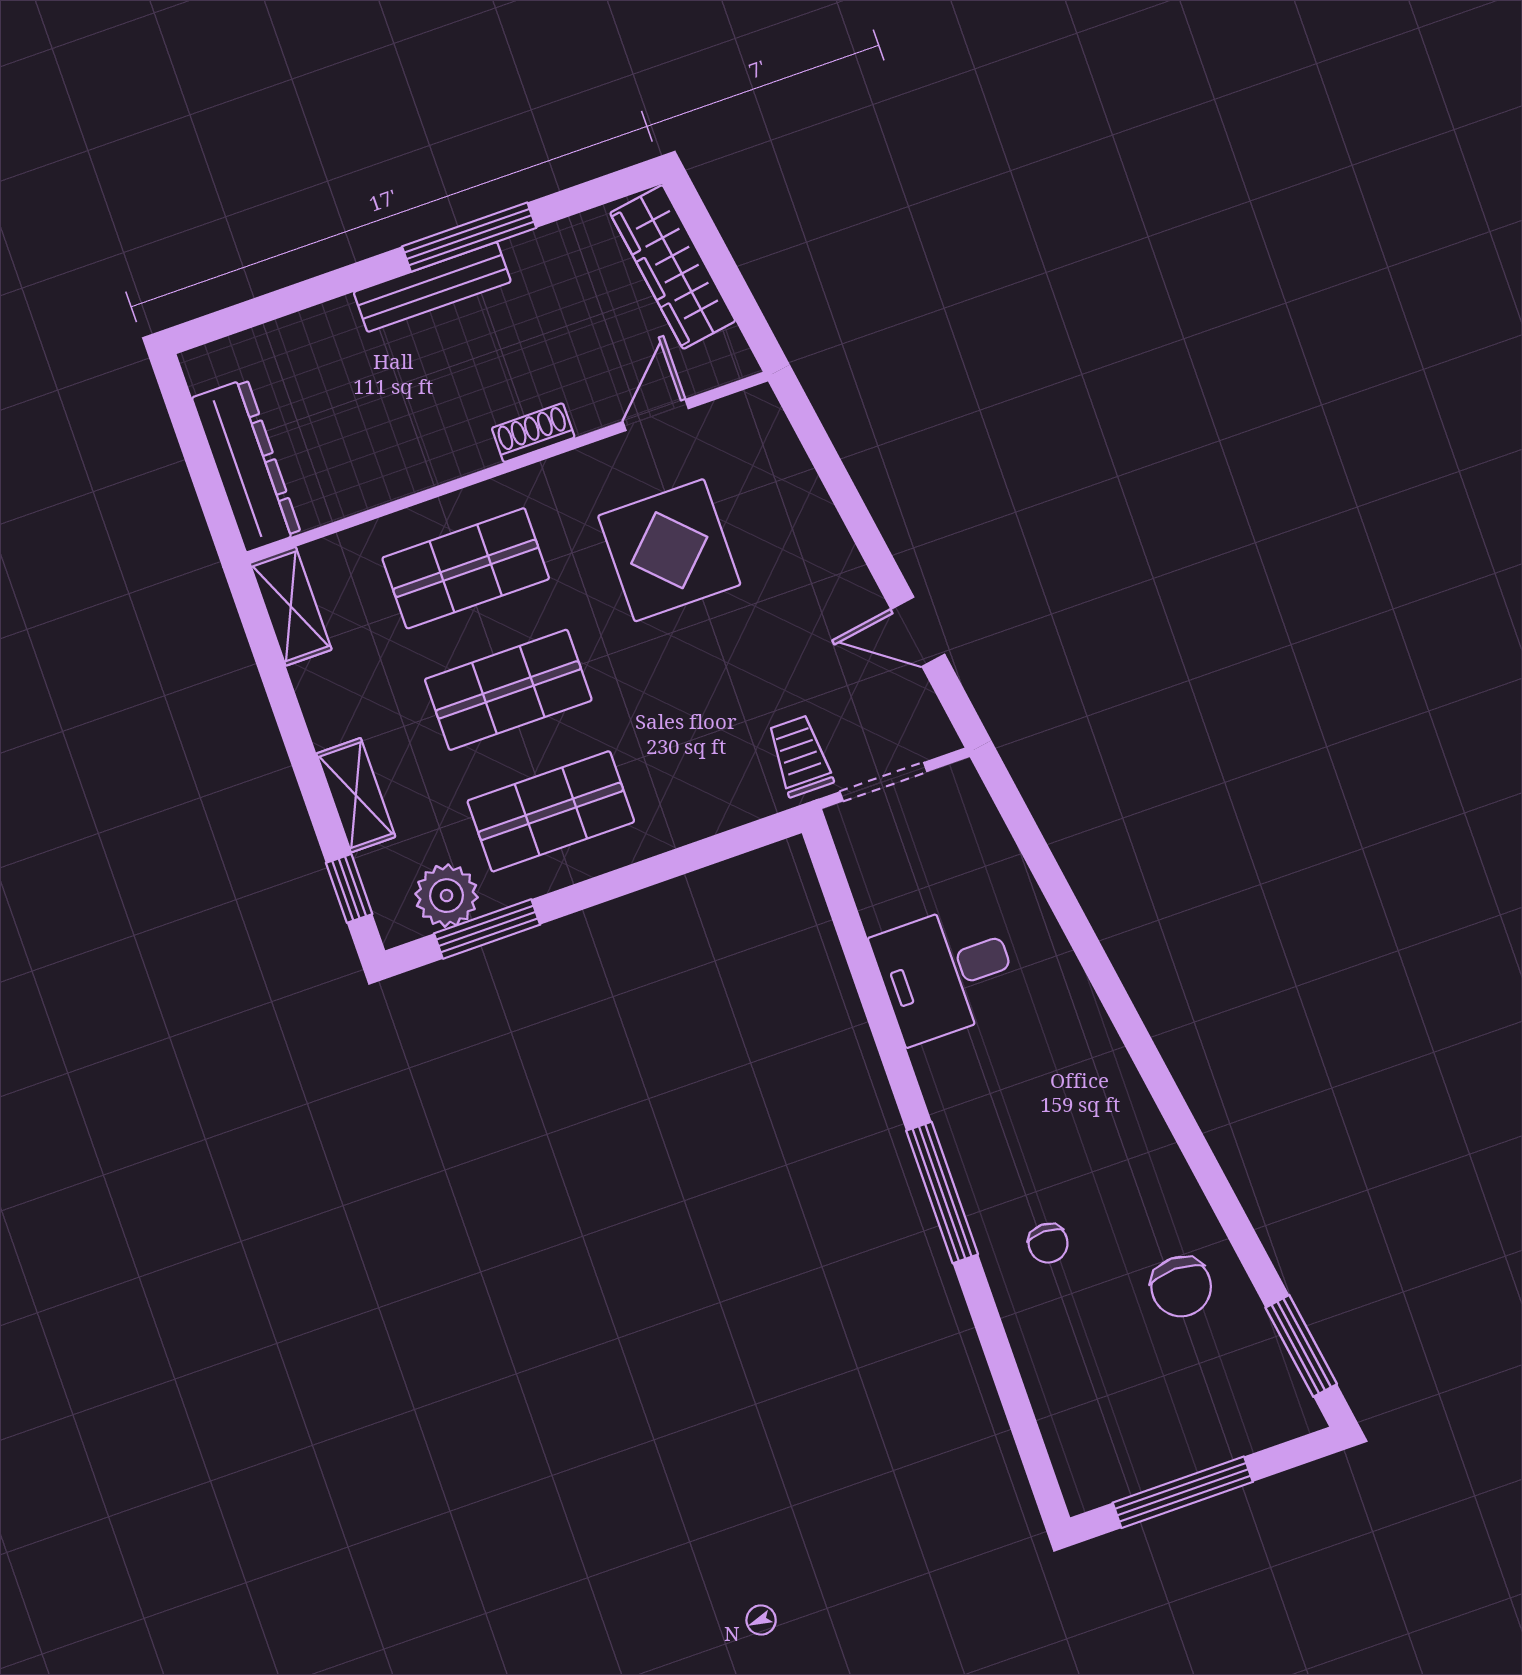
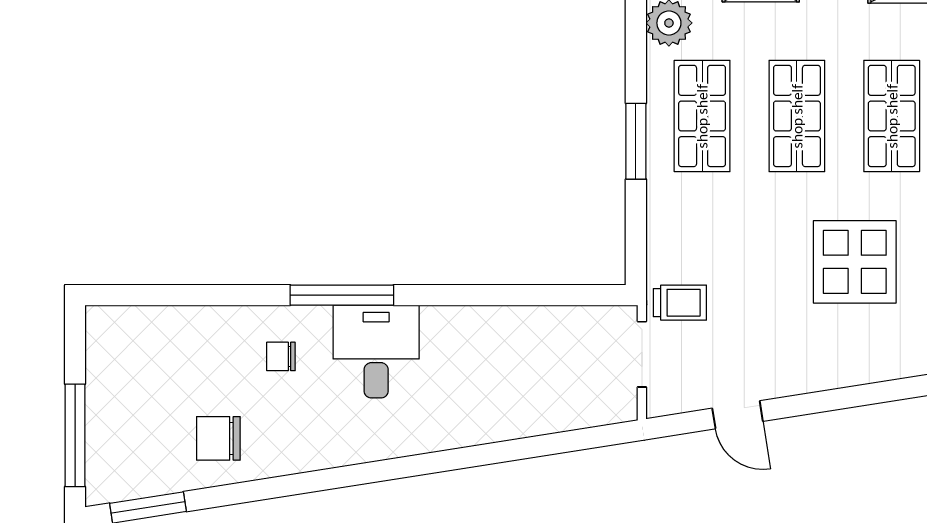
door: (918, 632) -> (738, 415), swing flipped
window: (487, 929) -> (636, 141), moved
desk: (946, 972) -> (376, 352), moved
window: (1183, 1492) -> (75, 435), moved

